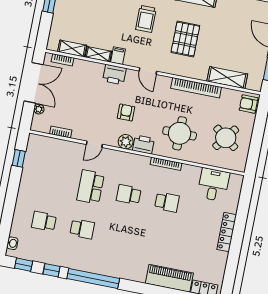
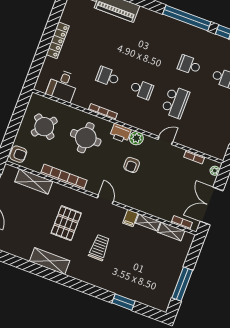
printer: (114, 75) -> (137, 201), removed
plant: (39, 109) -> (215, 171), moved

